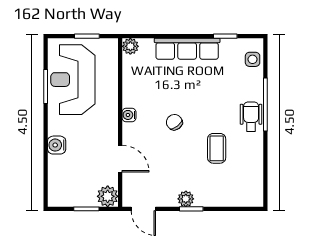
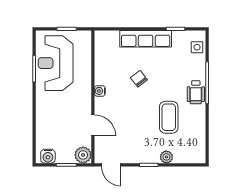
plant: (130, 46) -> (101, 37), removed
wheelchair: (251, 117) -> (196, 92), turned 180
chair: (174, 122) -> (139, 79), moved
water cooler: (57, 145) -> (48, 156), moved, turned -90
coffee table: (217, 148) -> (169, 117), width x1.36, depth x1.30
plant: (186, 199) -> (166, 157), moved

